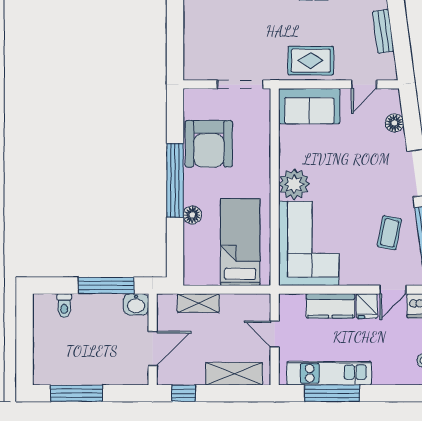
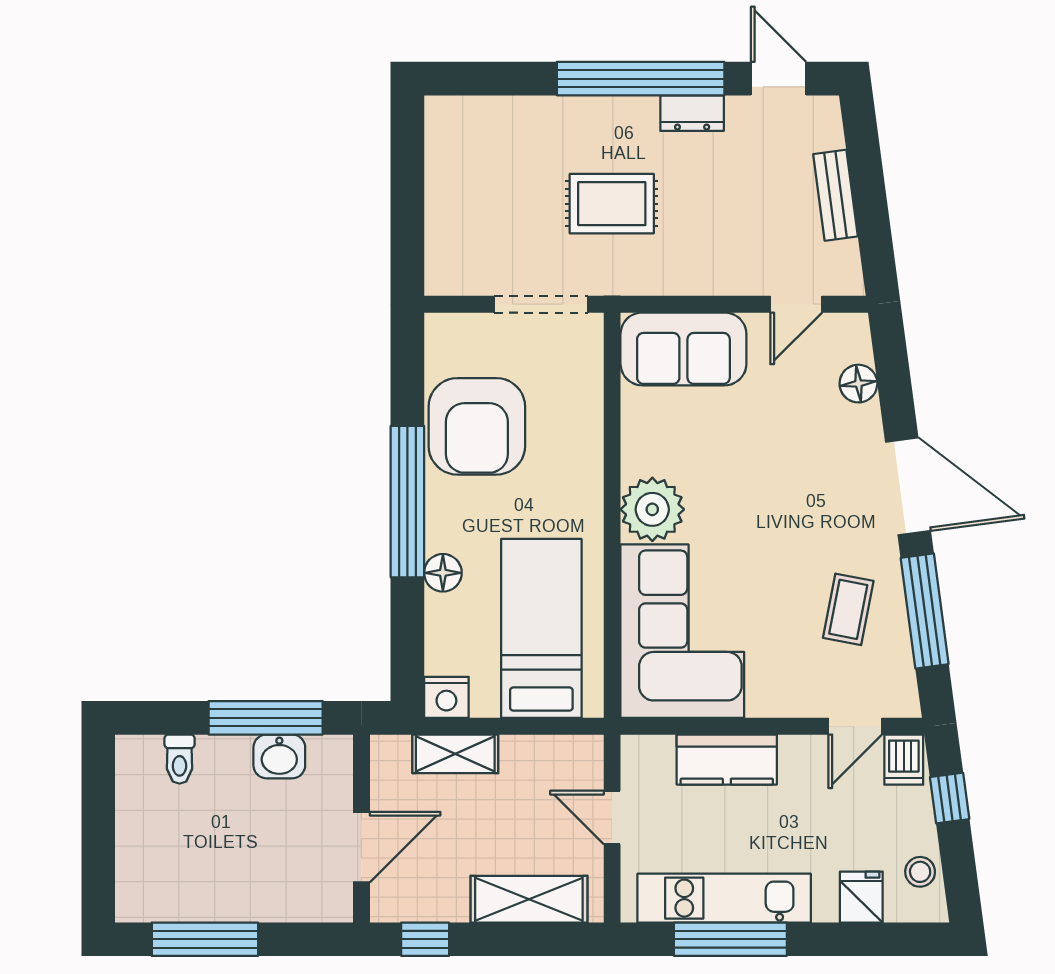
rug: (311, 61) -> (612, 204), moved
nightstand: (194, 276) -> (446, 697), added
washbasin: (136, 304) -> (279, 756), moved
fridge: (367, 306) -> (861, 897), moved, turned 180

